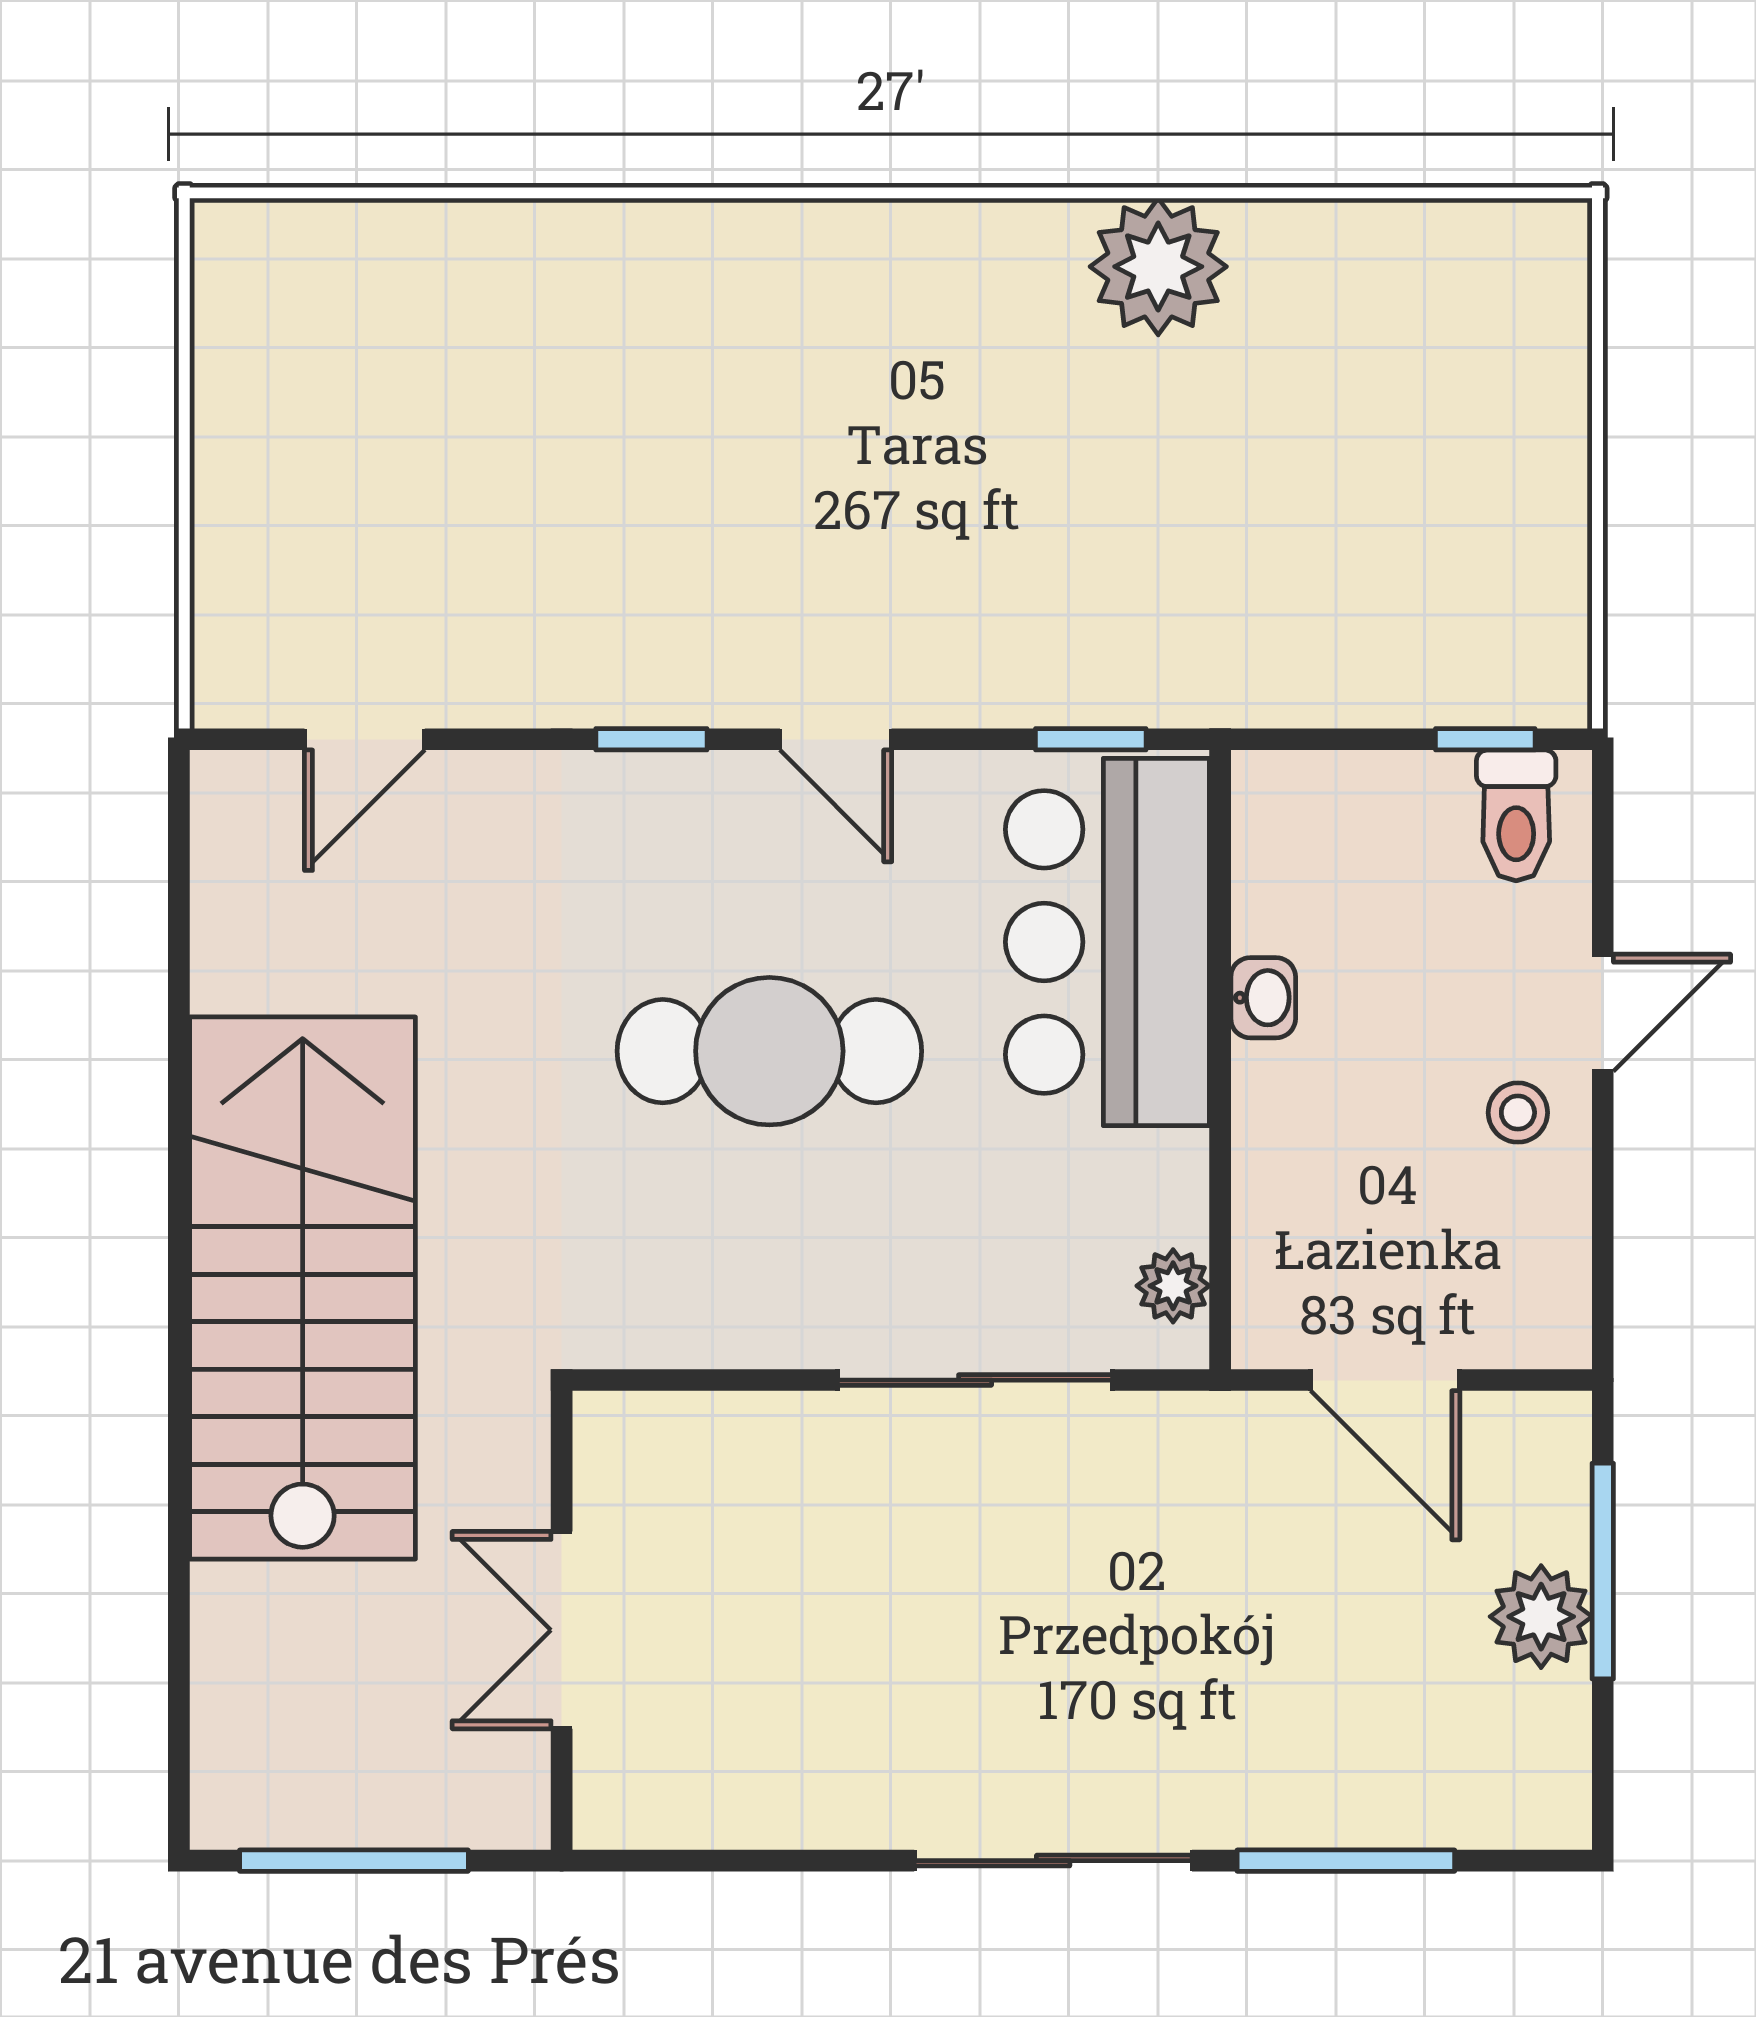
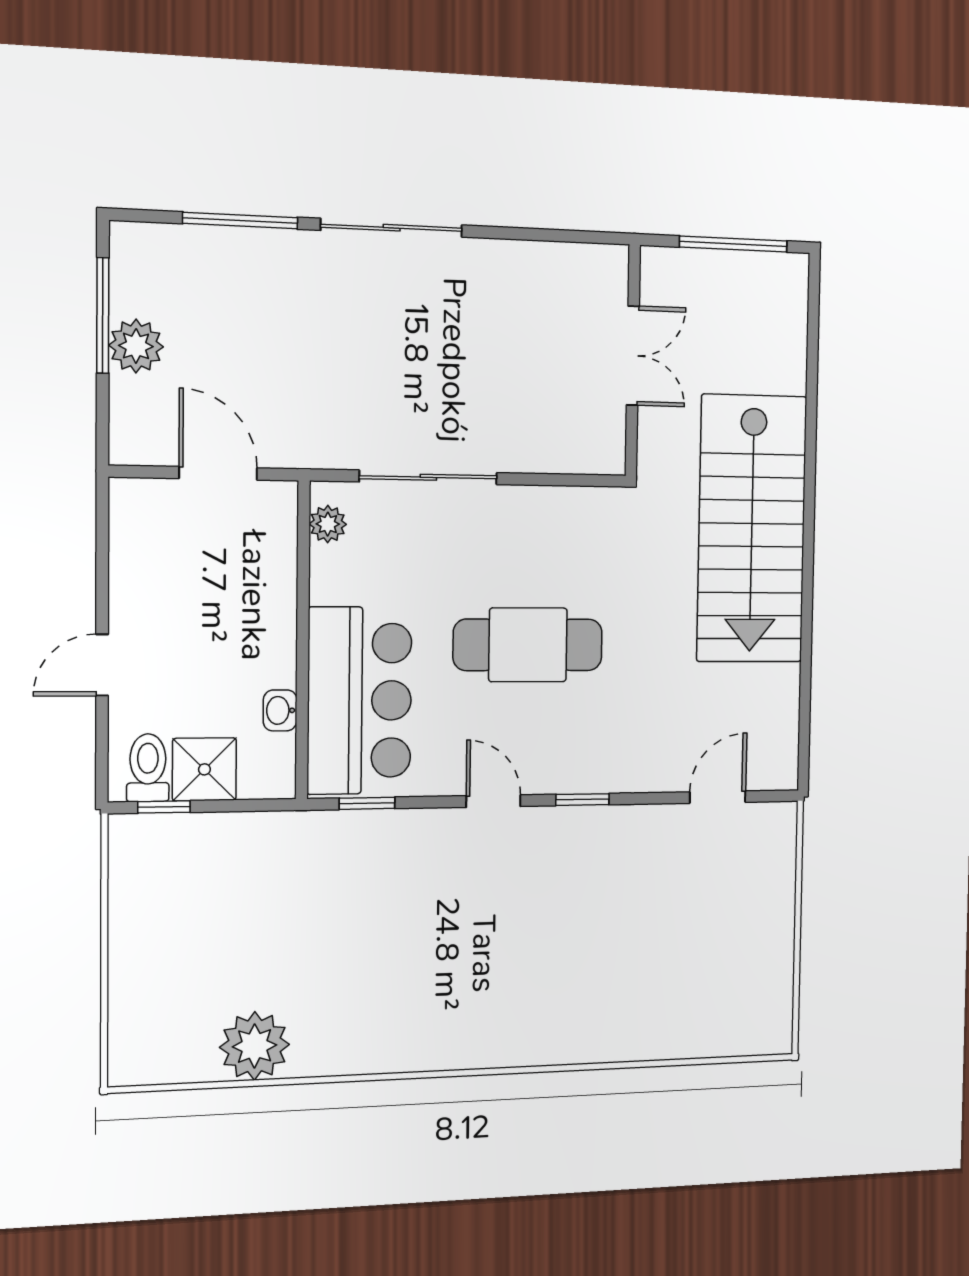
plant: (1158, 267) -> (255, 1046), moved
shower: (1408, 811) -> (204, 769), added
washbasin: (1263, 998) -> (280, 710), moved
stool: (1518, 1113) -> (147, 613), removed
window: (1603, 1571) -> (103, 315), moved

